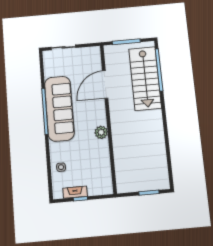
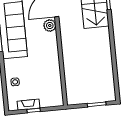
plant: (101, 132) -> (50, 26), moved

